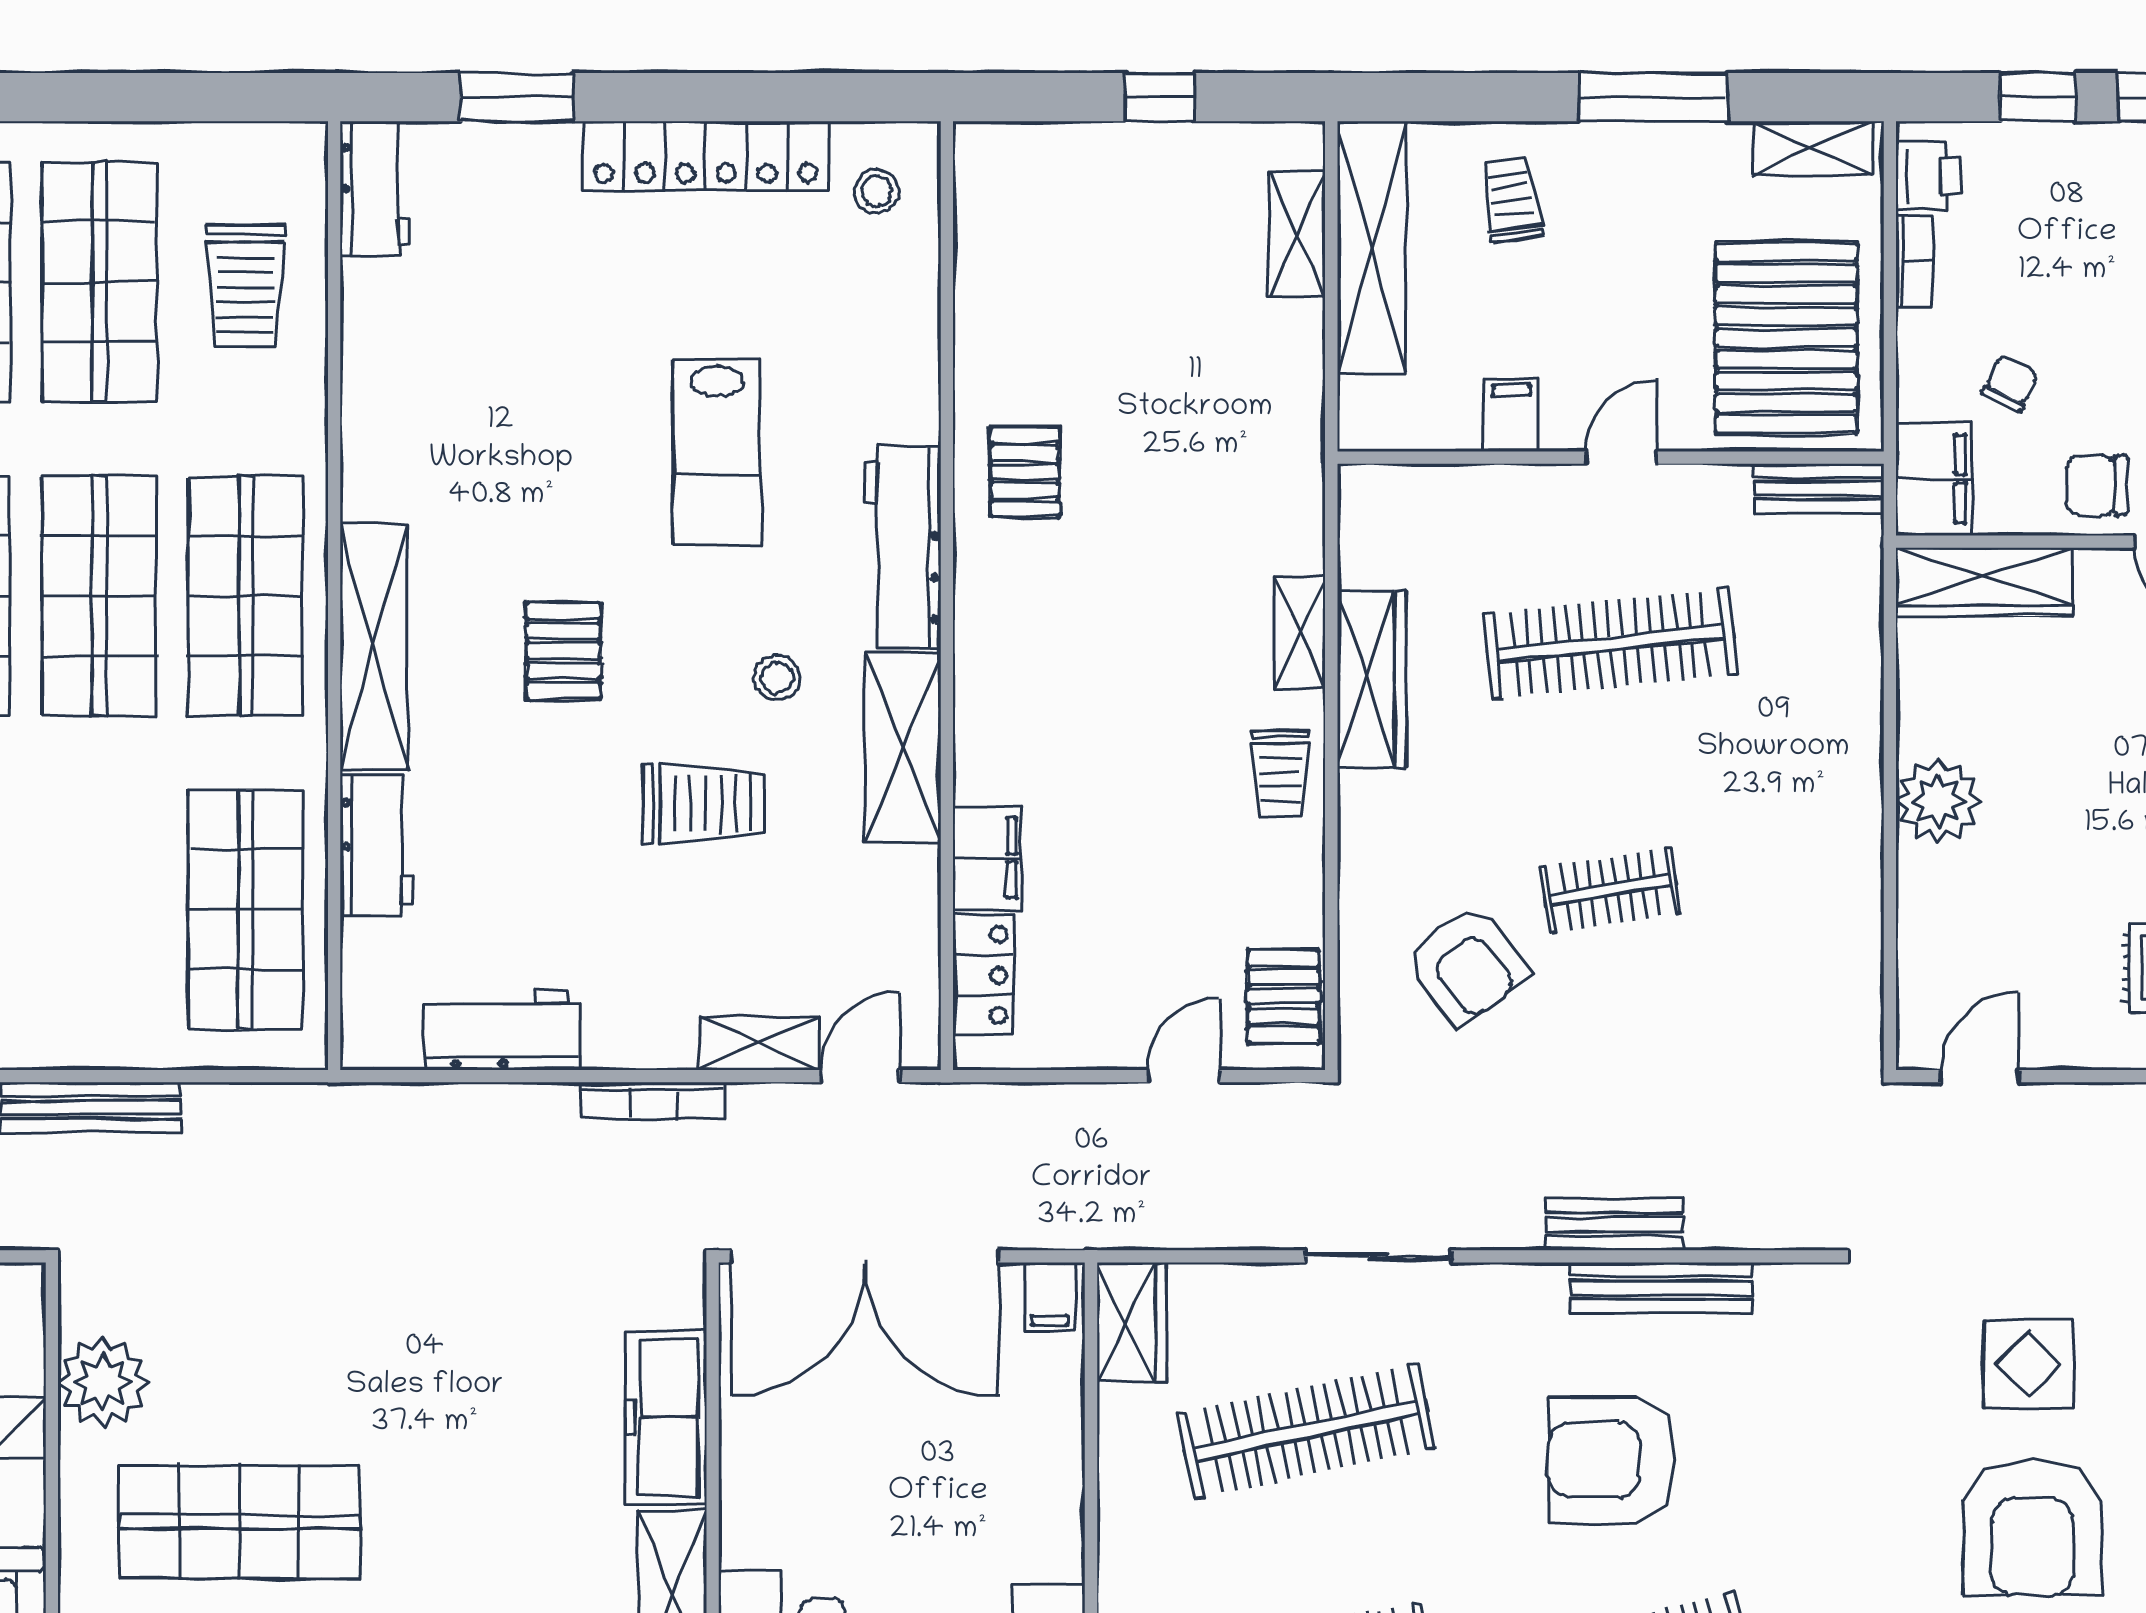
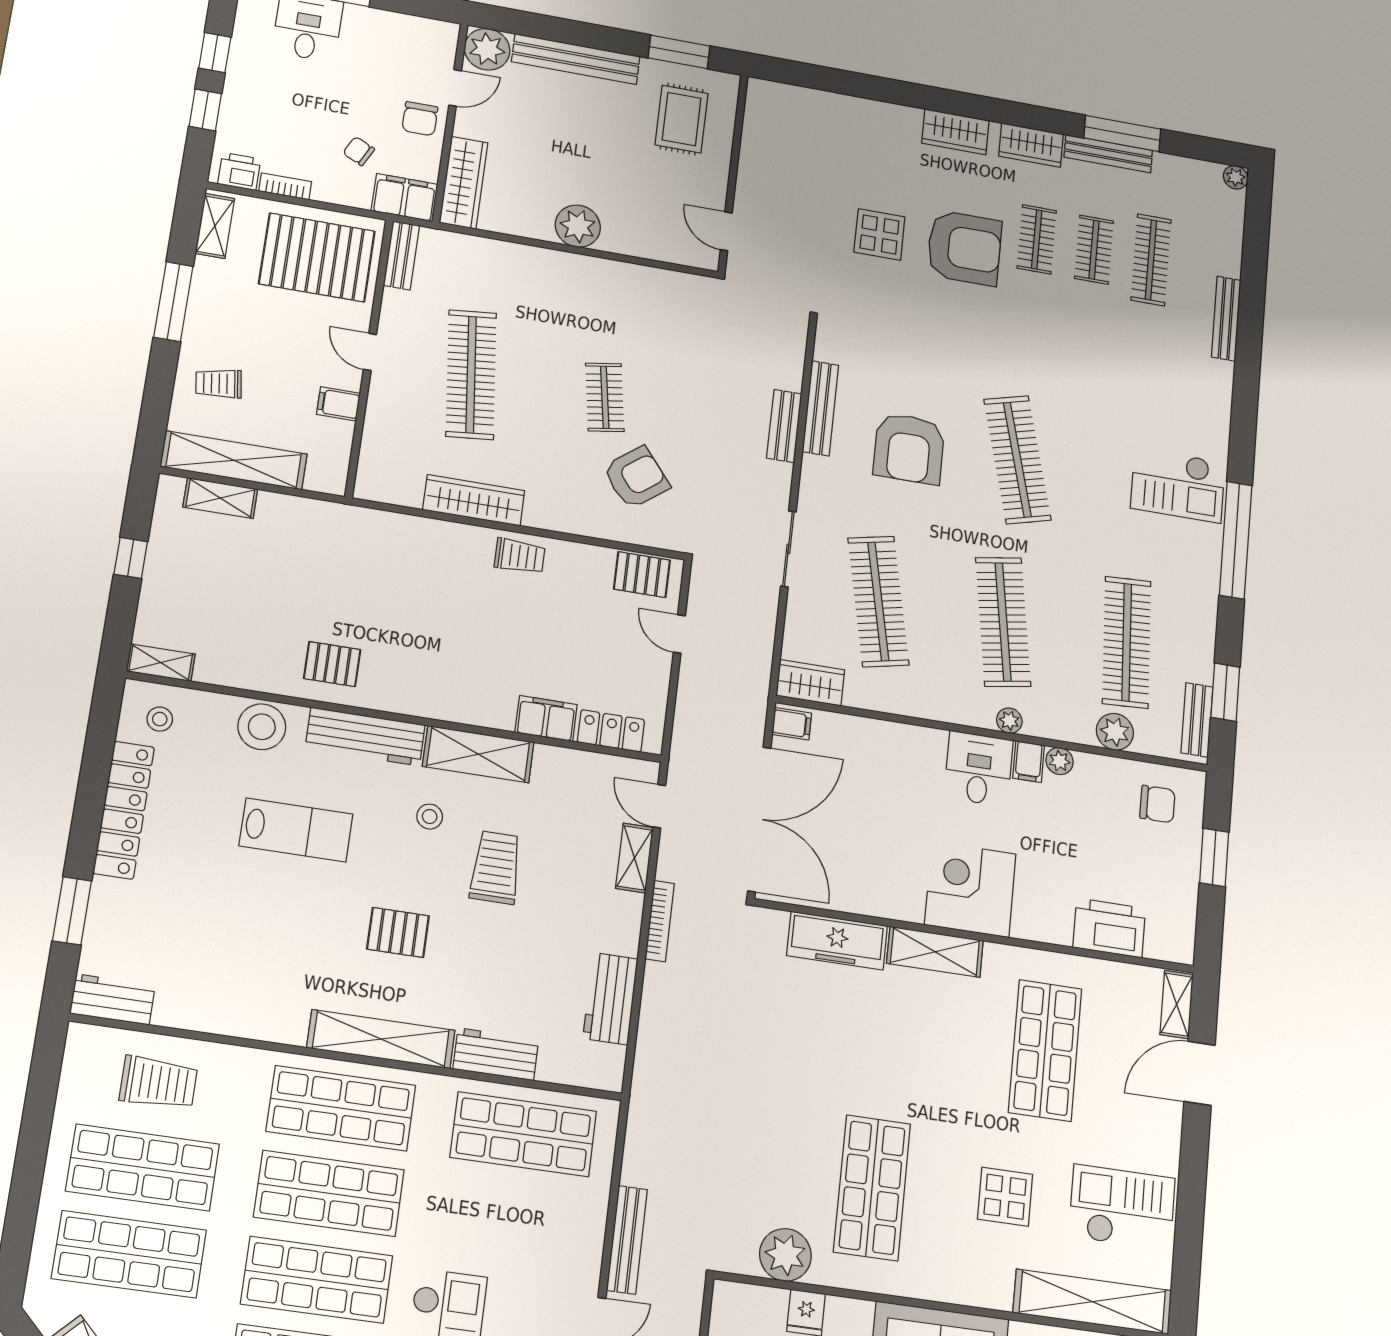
stool: (891, 367) -> (262, 727), added
shelving: (1300, 633) -> (161, 663), moved

